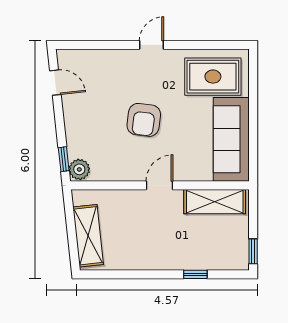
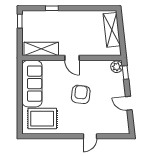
door: (152, 45) -> (90, 136), moved
door: (55, 83) -> (129, 103), moved
door: (159, 185) -> (72, 58), hinge flipped

